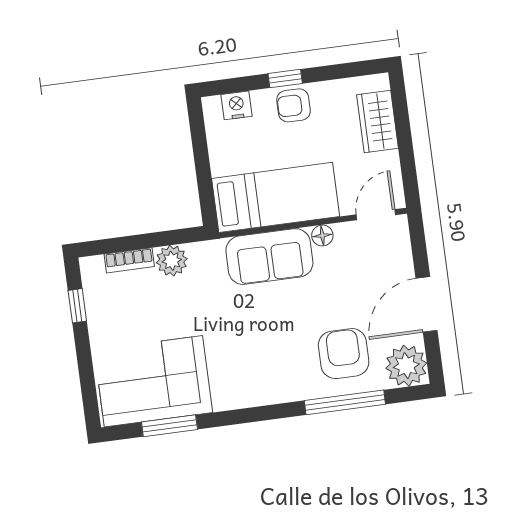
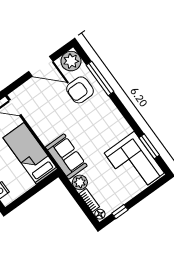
floor lamp: (322, 235) -> (100, 214), moved
sofa: (269, 257) -> (66, 157), moved

